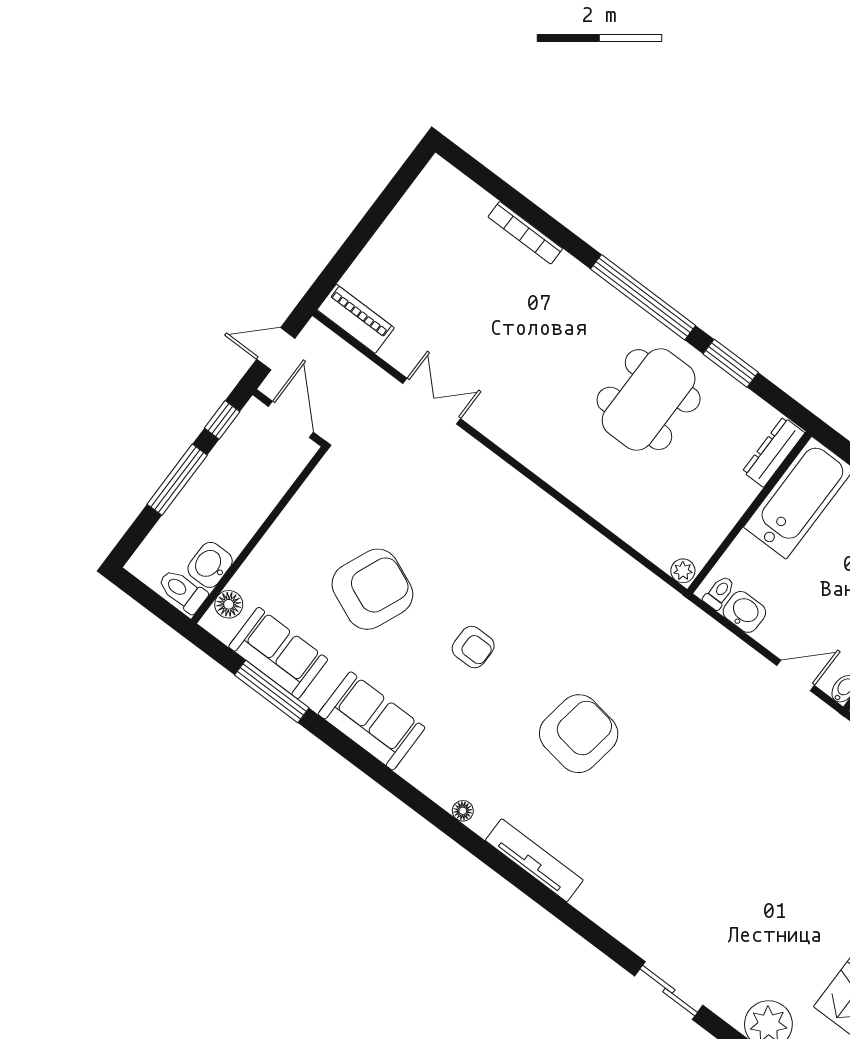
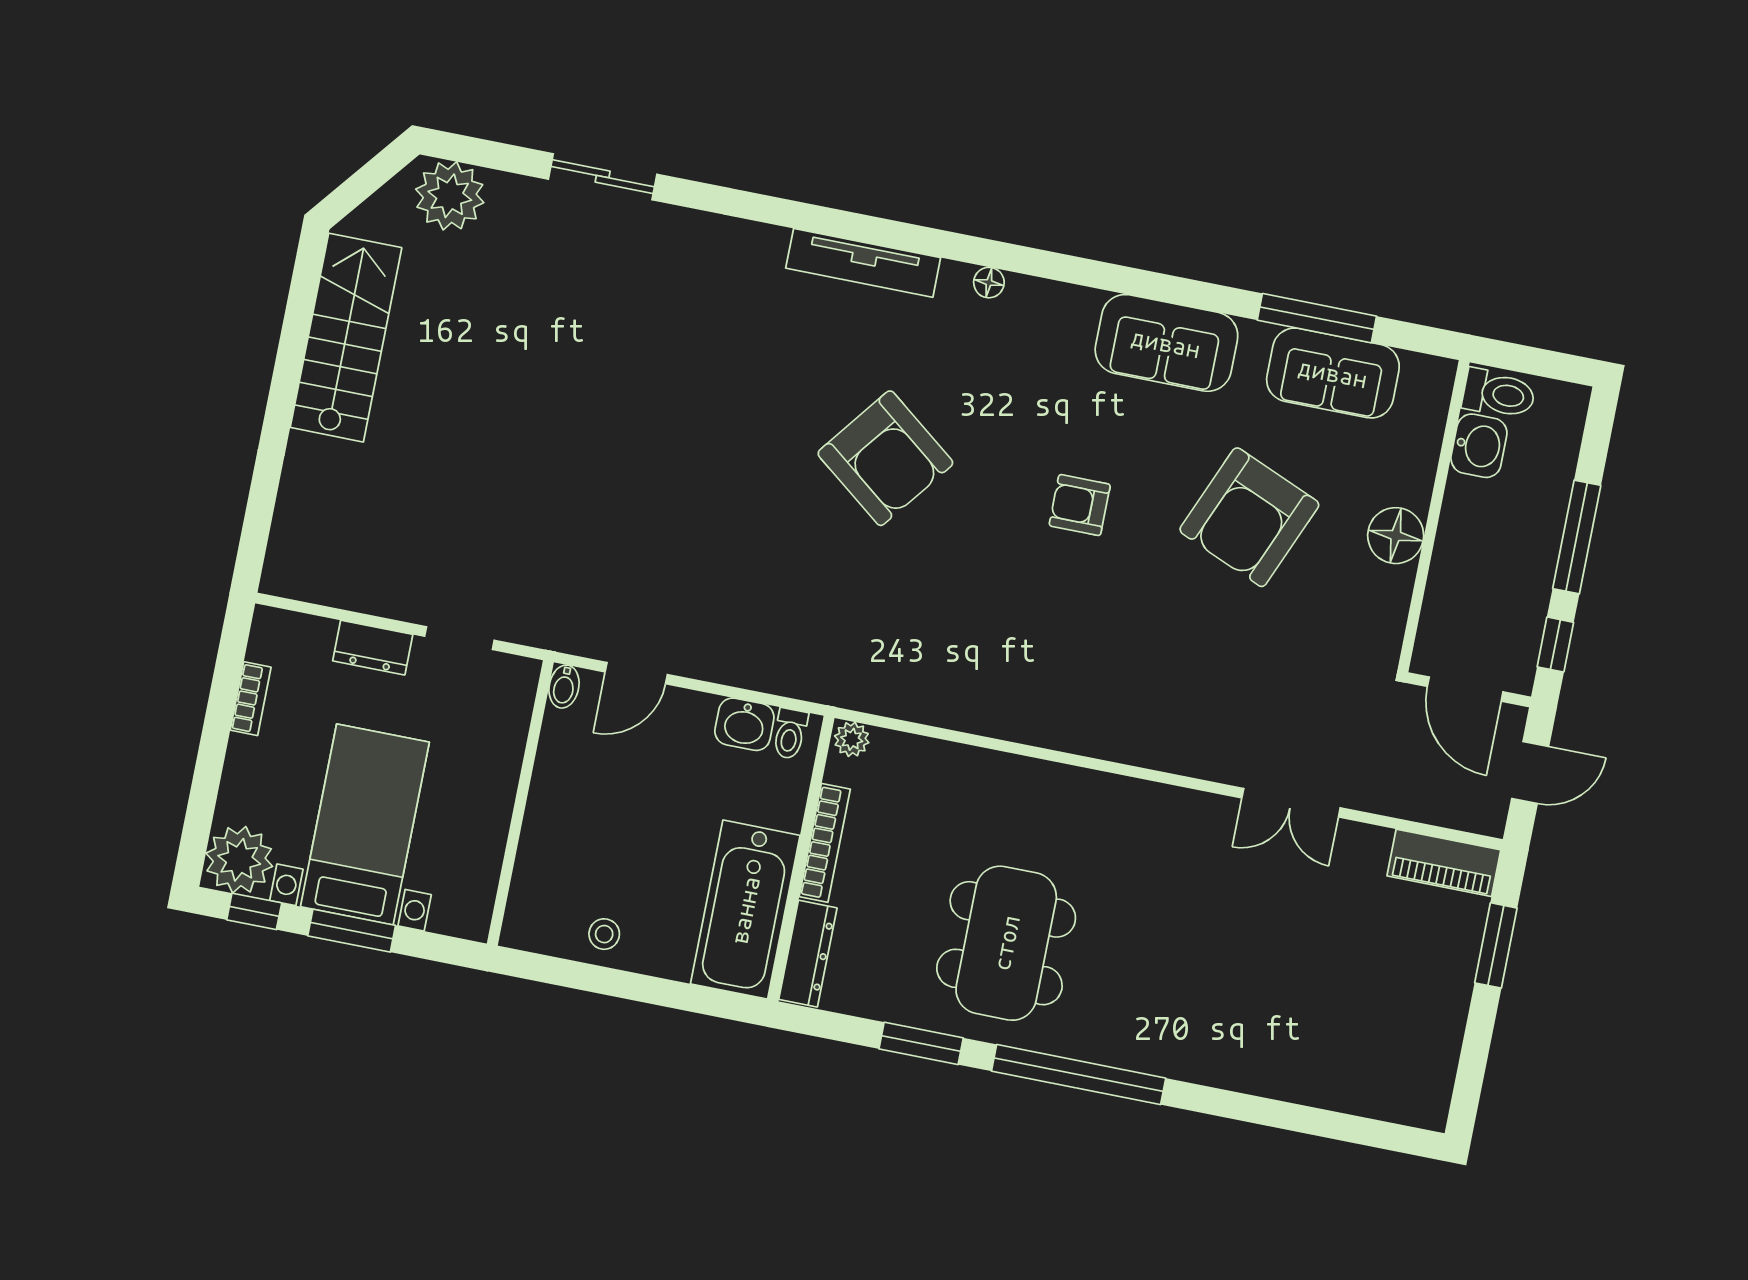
bookcase: (525, 233) -> (825, 843), moved, turned 90
window: (348, 253) -> (1496, 945), added
floor lamp: (229, 604) -> (1396, 536), moved, width x1.38, depth x1.38
armchair: (579, 734) -> (885, 458), turned -61

